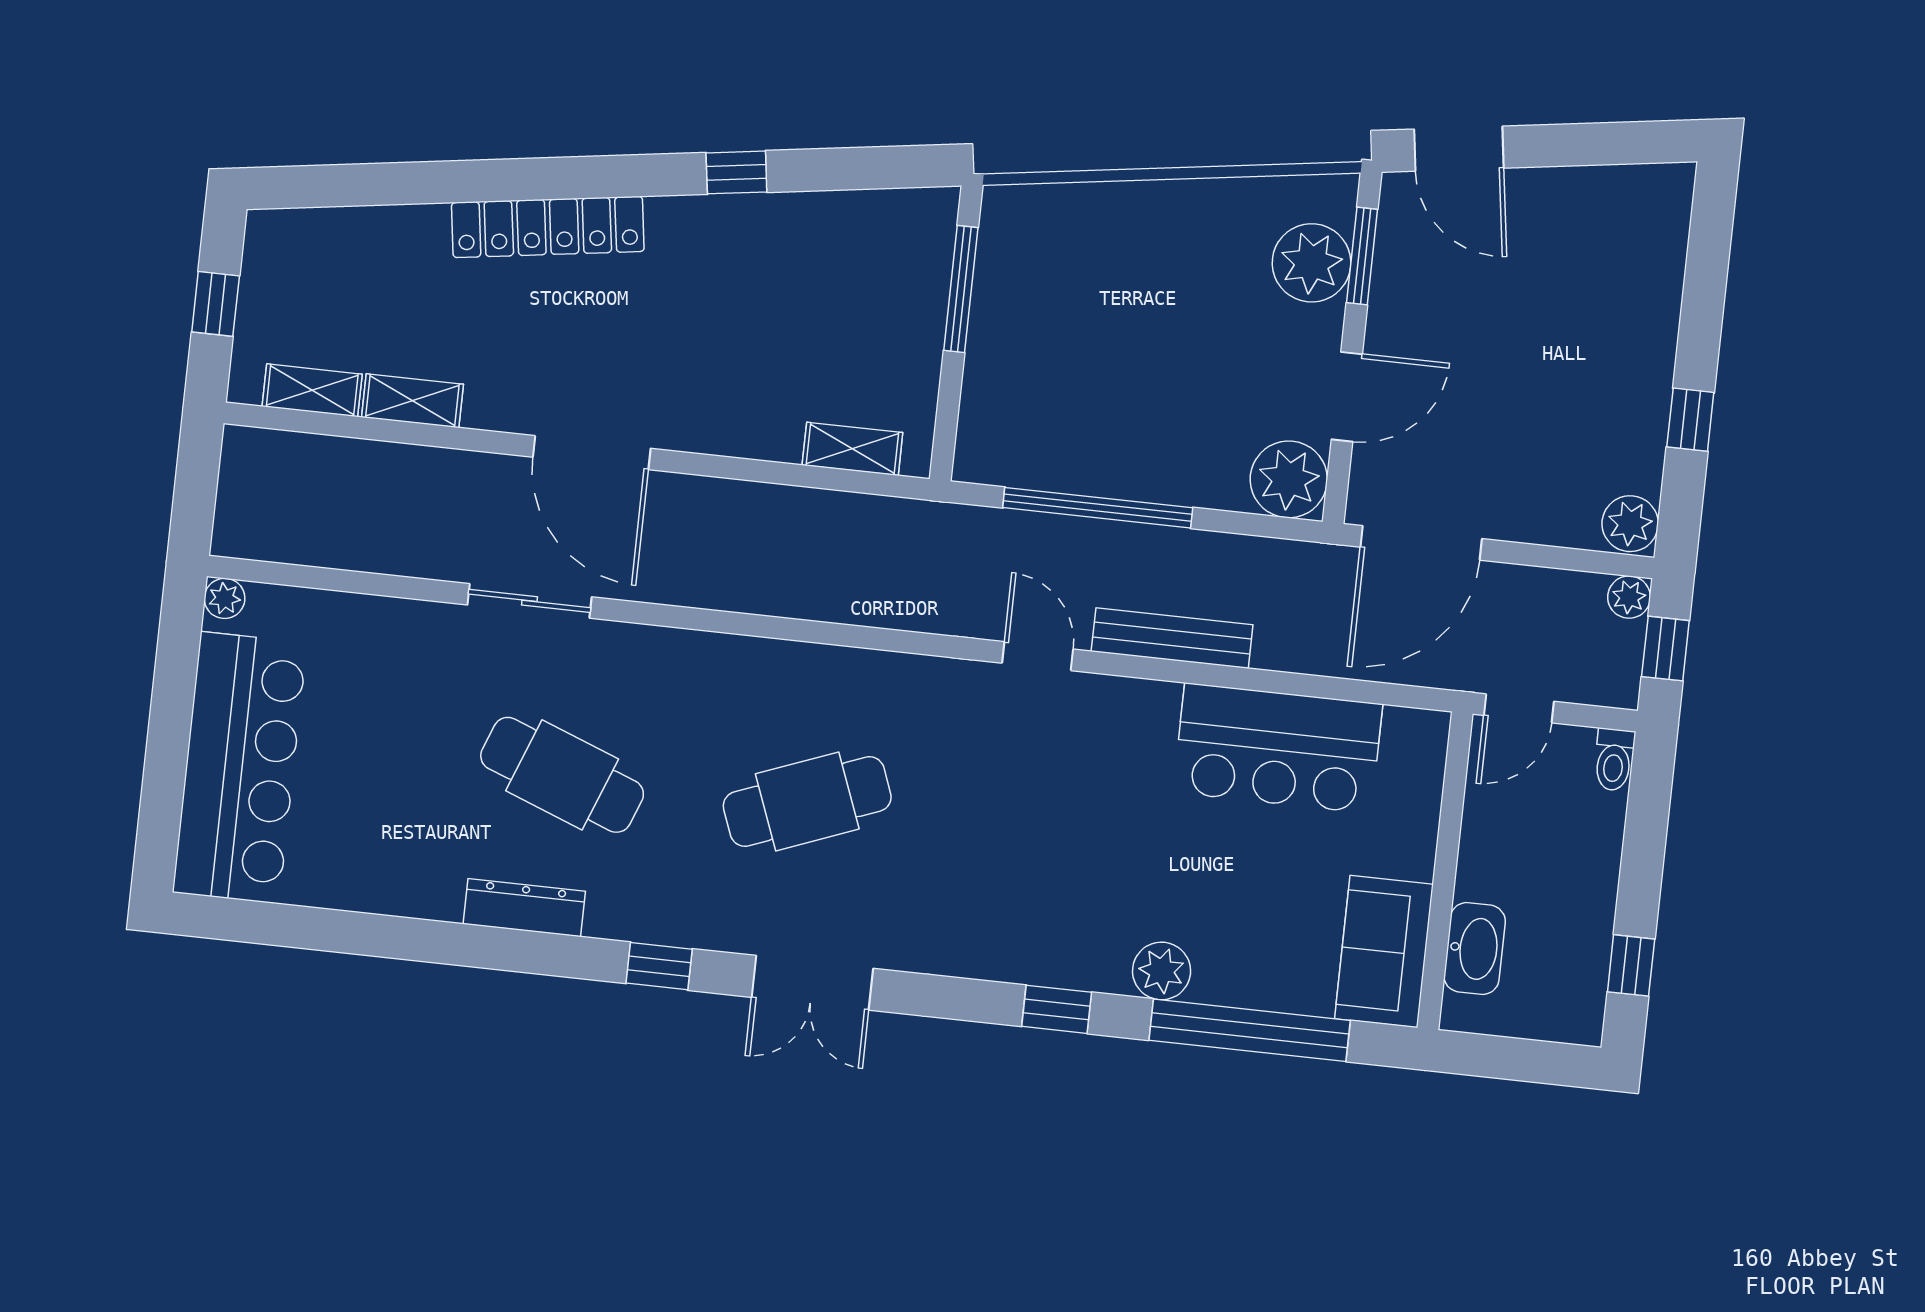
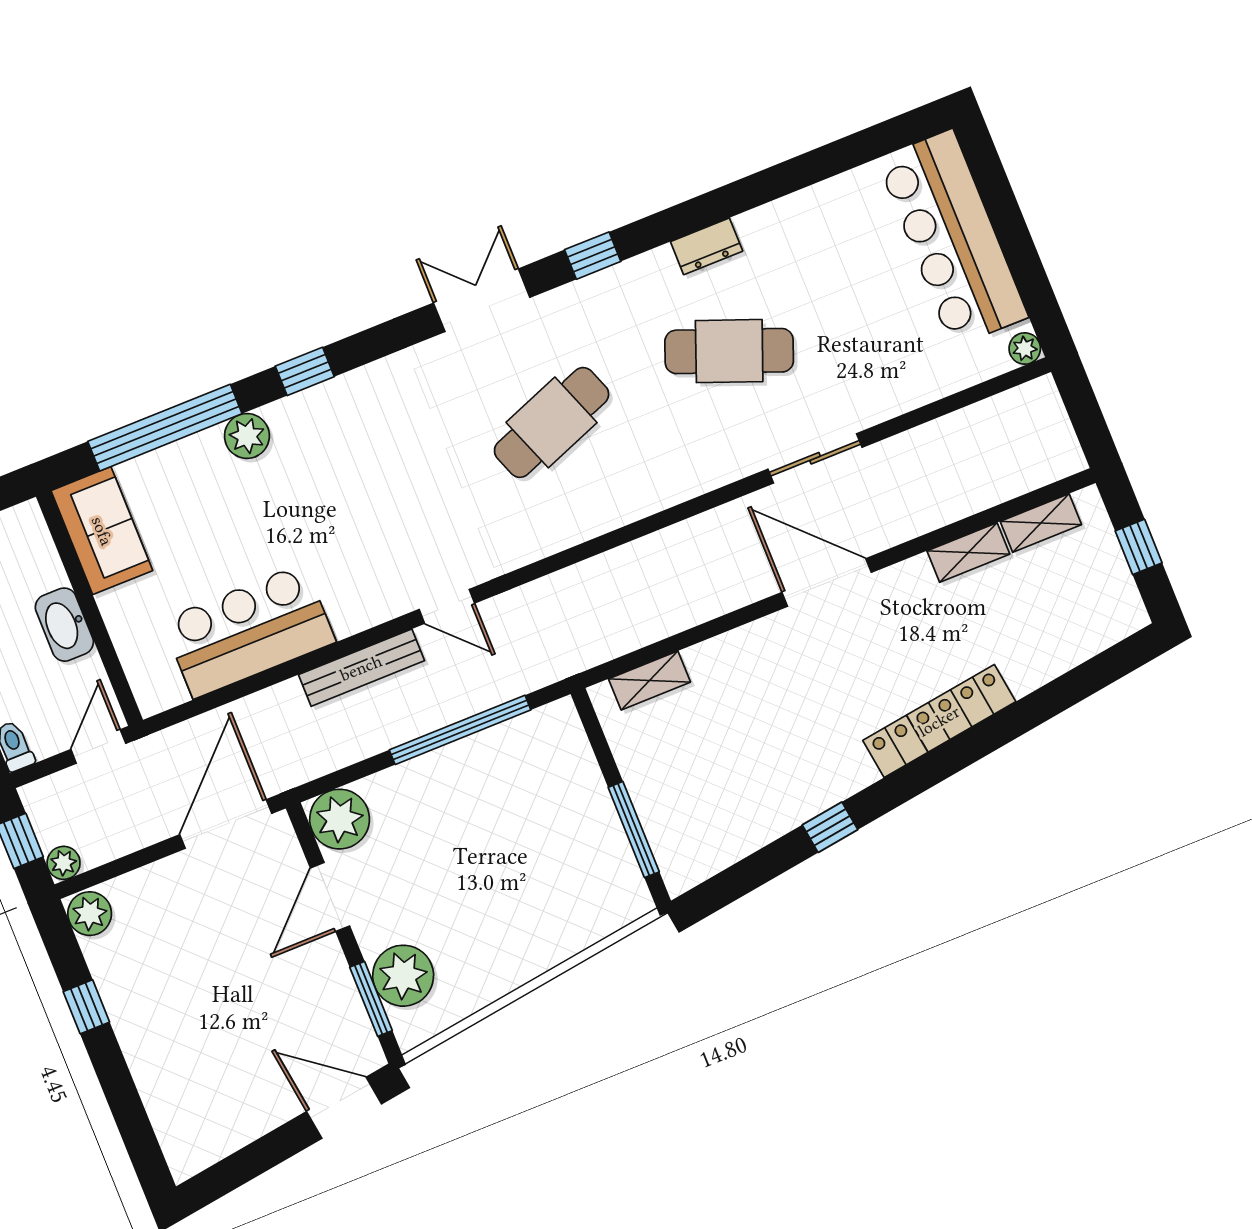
dresser: (524, 908) -> (707, 246), width x0.70
washbasin: (1475, 949) -> (64, 625), moved

